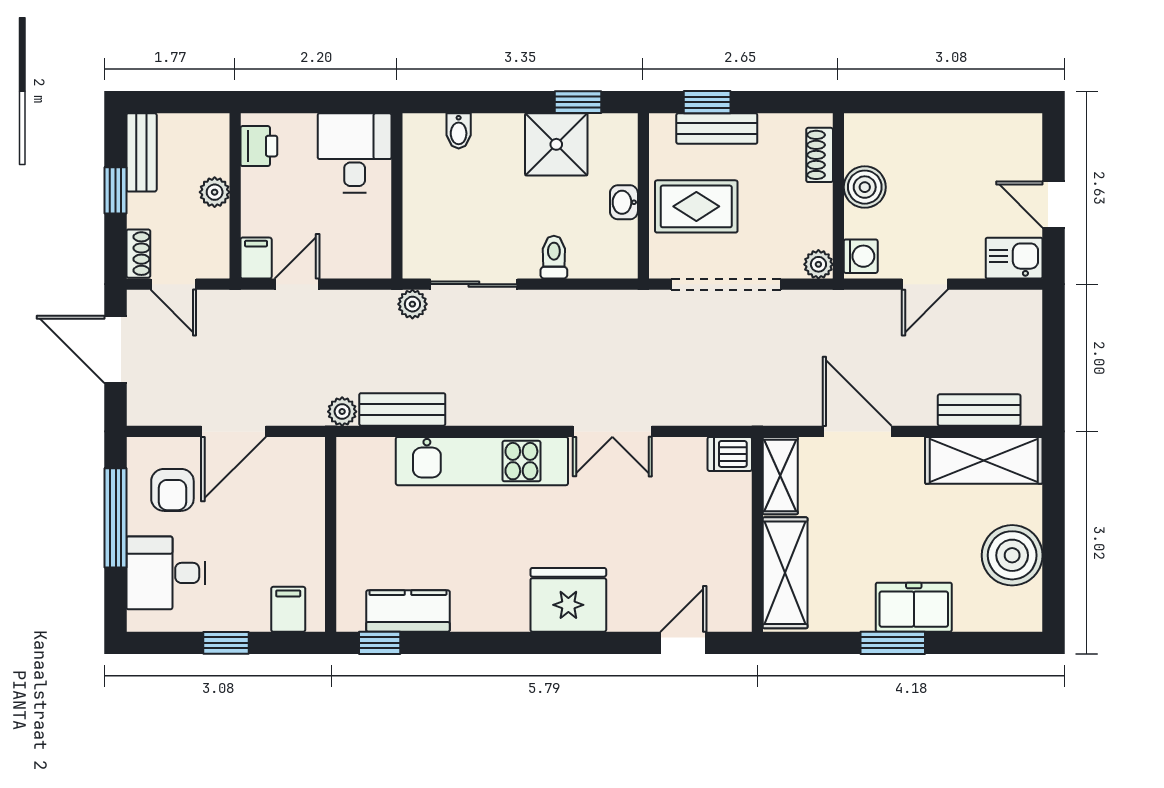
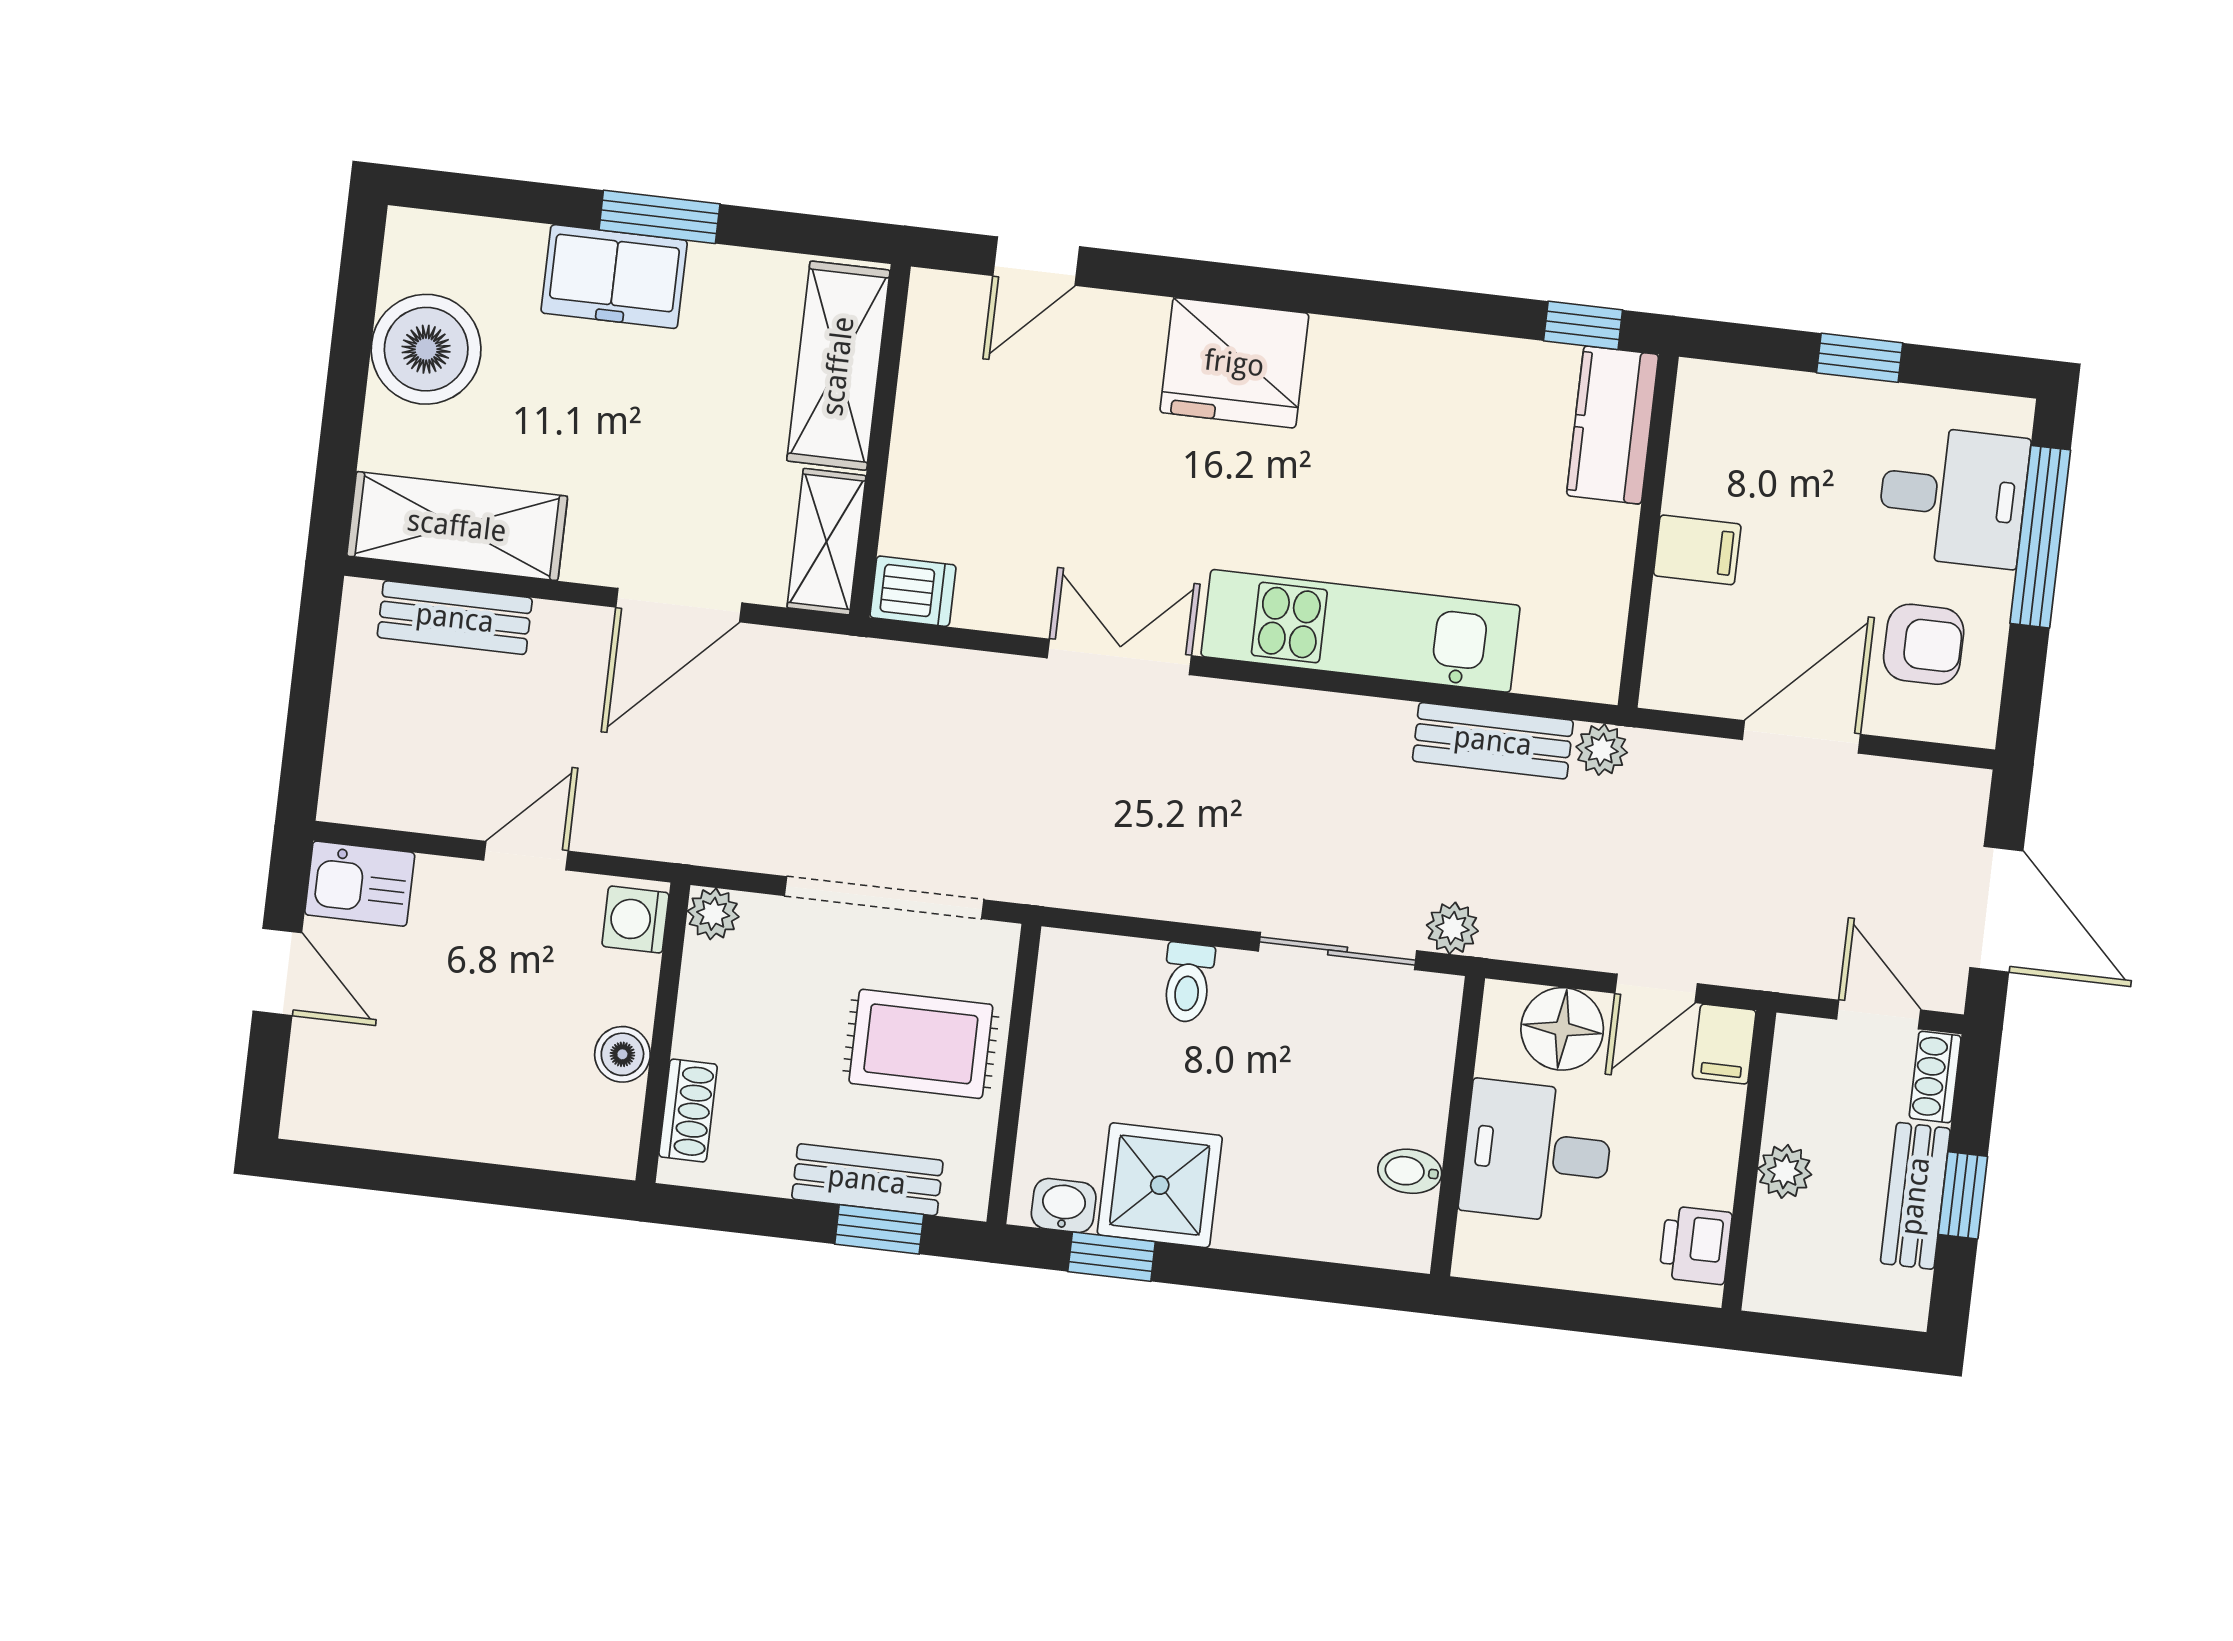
bidet: (459, 131) -> (1410, 1171), moved, turned -90
bench: (142, 152) -> (1915, 1196), moved
desk: (355, 153) -> (1537, 1152), moved, turned 90
boiler: (865, 187) -> (622, 1054), width x0.73, depth x0.73
washbasin: (624, 202) -> (1064, 1206), moved, turned -90
floor lamp: (346, 256) -> (1562, 1029), added
door: (857, 431) -> (679, 605), hinge flipped
armchair: (172, 490) -> (1924, 644), turned 90
window: (116, 518) -> (2040, 537), moved
filing cabinet: (288, 609) -> (1697, 550), moved, turned -90
kitchen counter: (408, 611) -> (1613, 425), moved, turned 90

